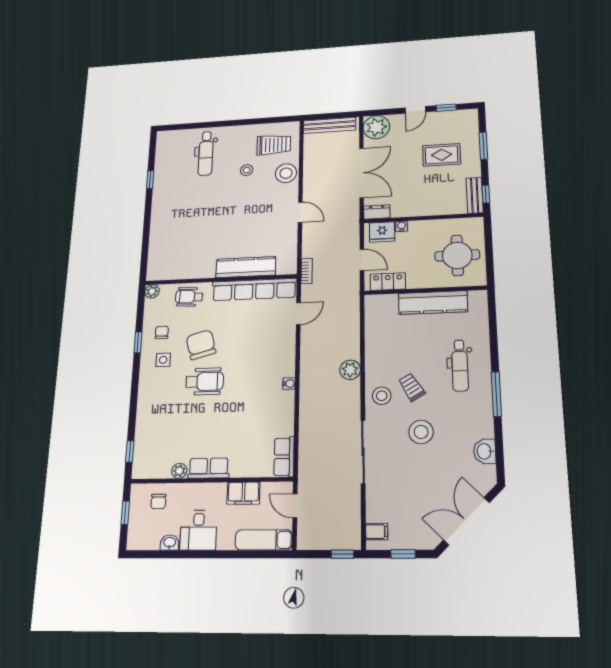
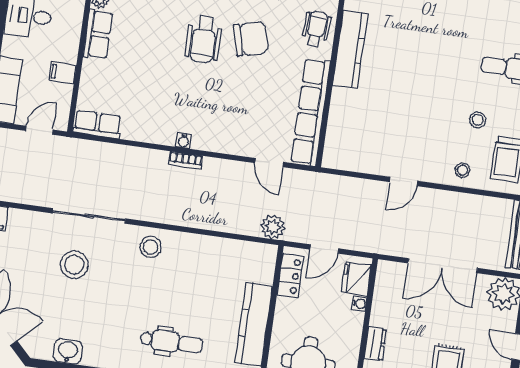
stool: (286, 173) -> (462, 170), width x0.53, depth x0.53
dresser: (377, 212) -> (375, 344), moved
kitchen counter: (246, 267) -> (350, 50), moved
bookcase: (307, 271) -> (186, 160), moved
dental chair: (460, 365) -> (171, 342), turned 180
plant: (350, 370) -> (273, 227), moved
trolley: (412, 387) -> (155, 283), removed
stool: (421, 432) -> (74, 265), moved
filing cabinet: (243, 493) -> (63, 72), width x0.50

